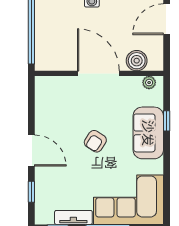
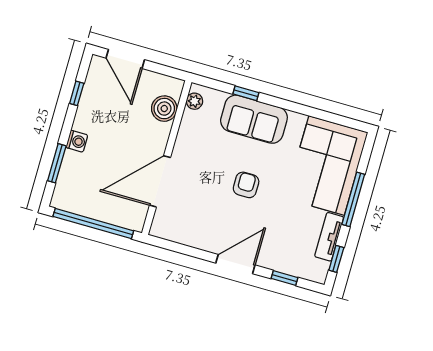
door: (98, 73) -> (160, 181), moved
armchair: (95, 141) -> (246, 185), turned -123

